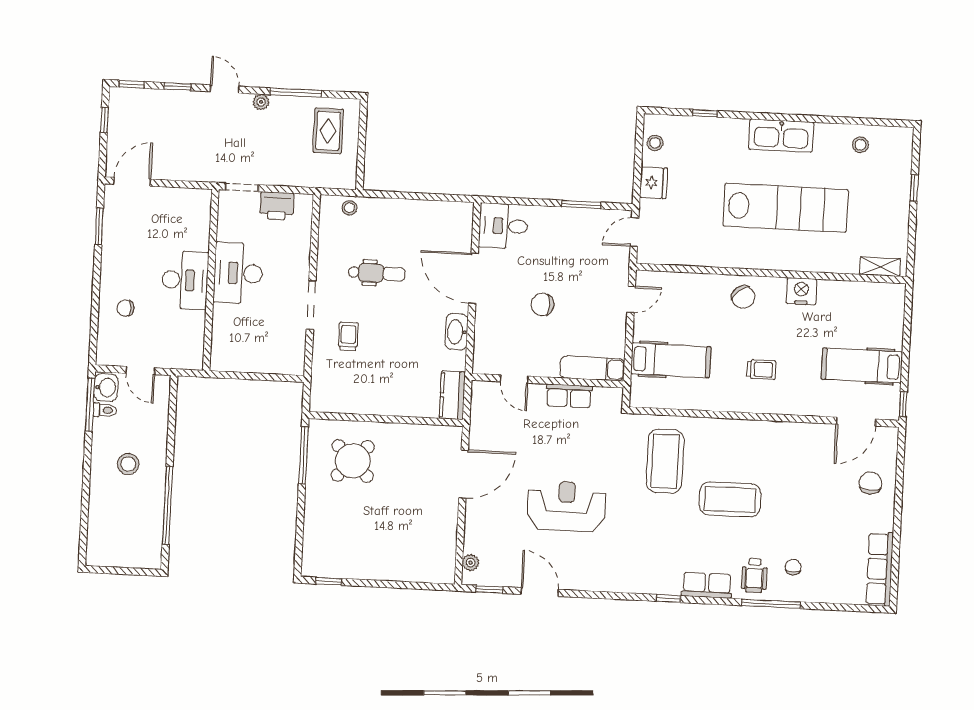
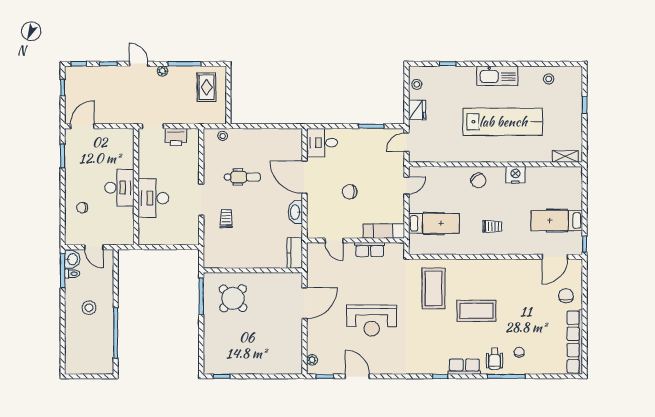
desk: (238, 273) -> (153, 198), moved
reception desk: (566, 506) -> (372, 320), turned 180
row of seats: (880, 569) -> (575, 342), width x1.36

